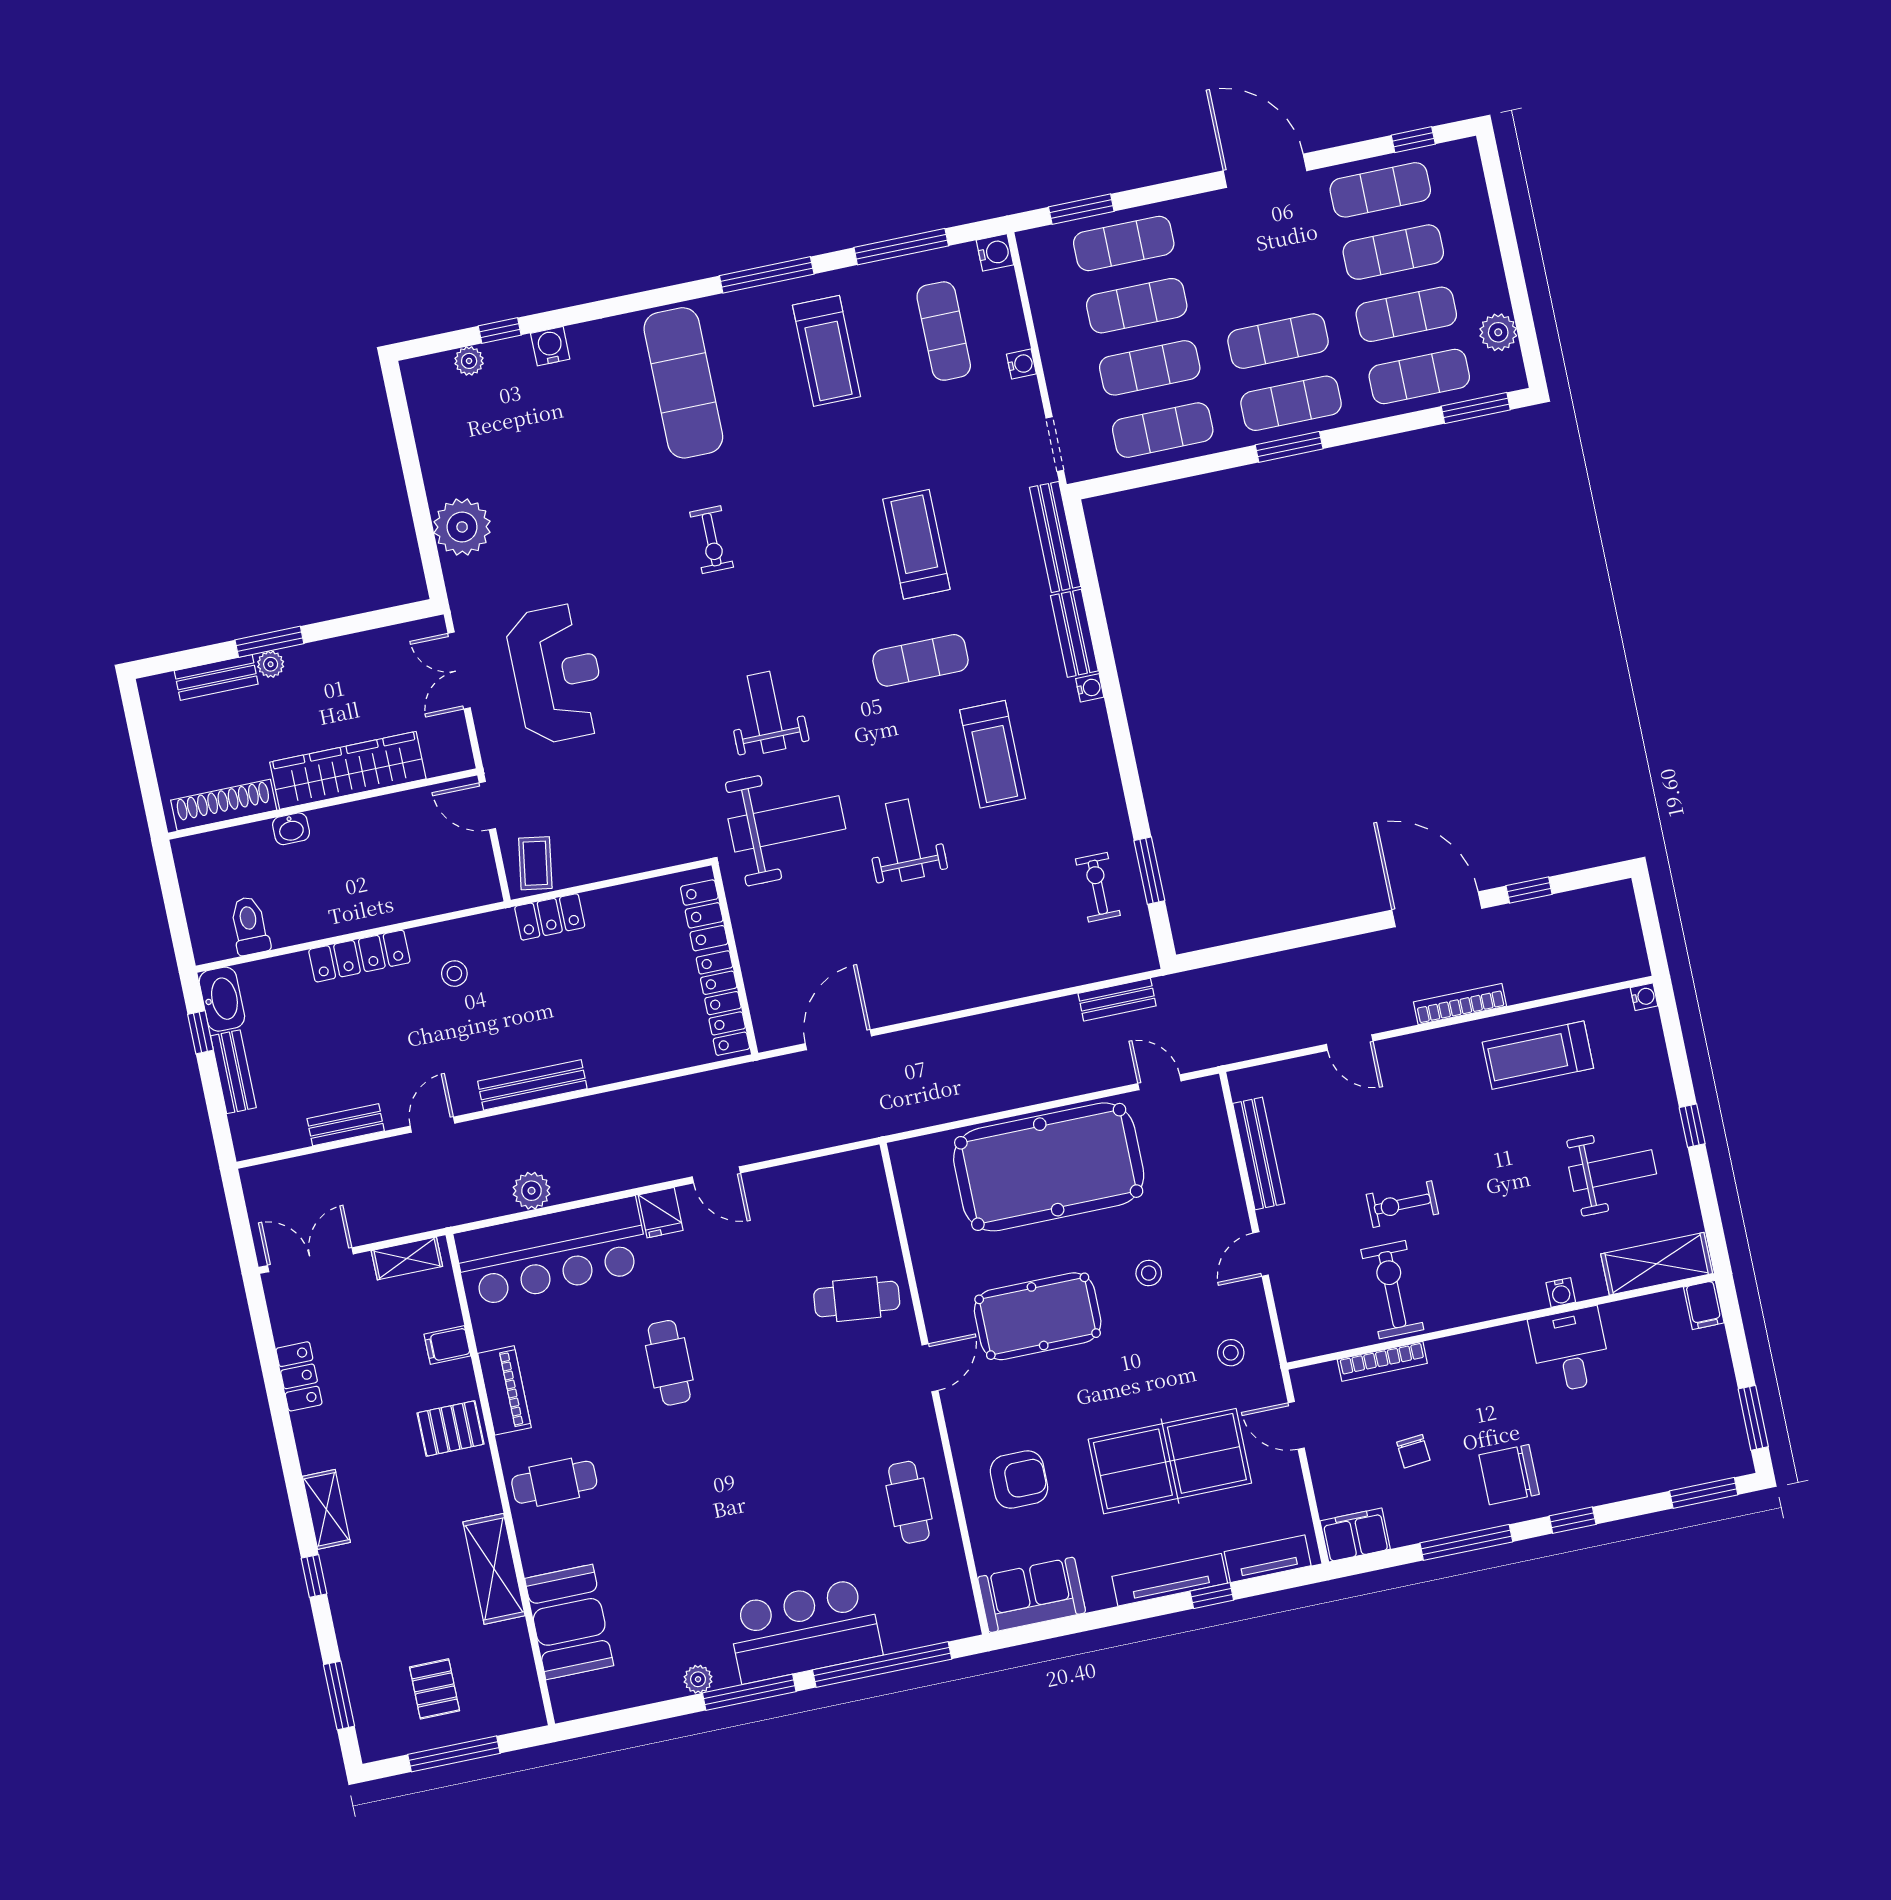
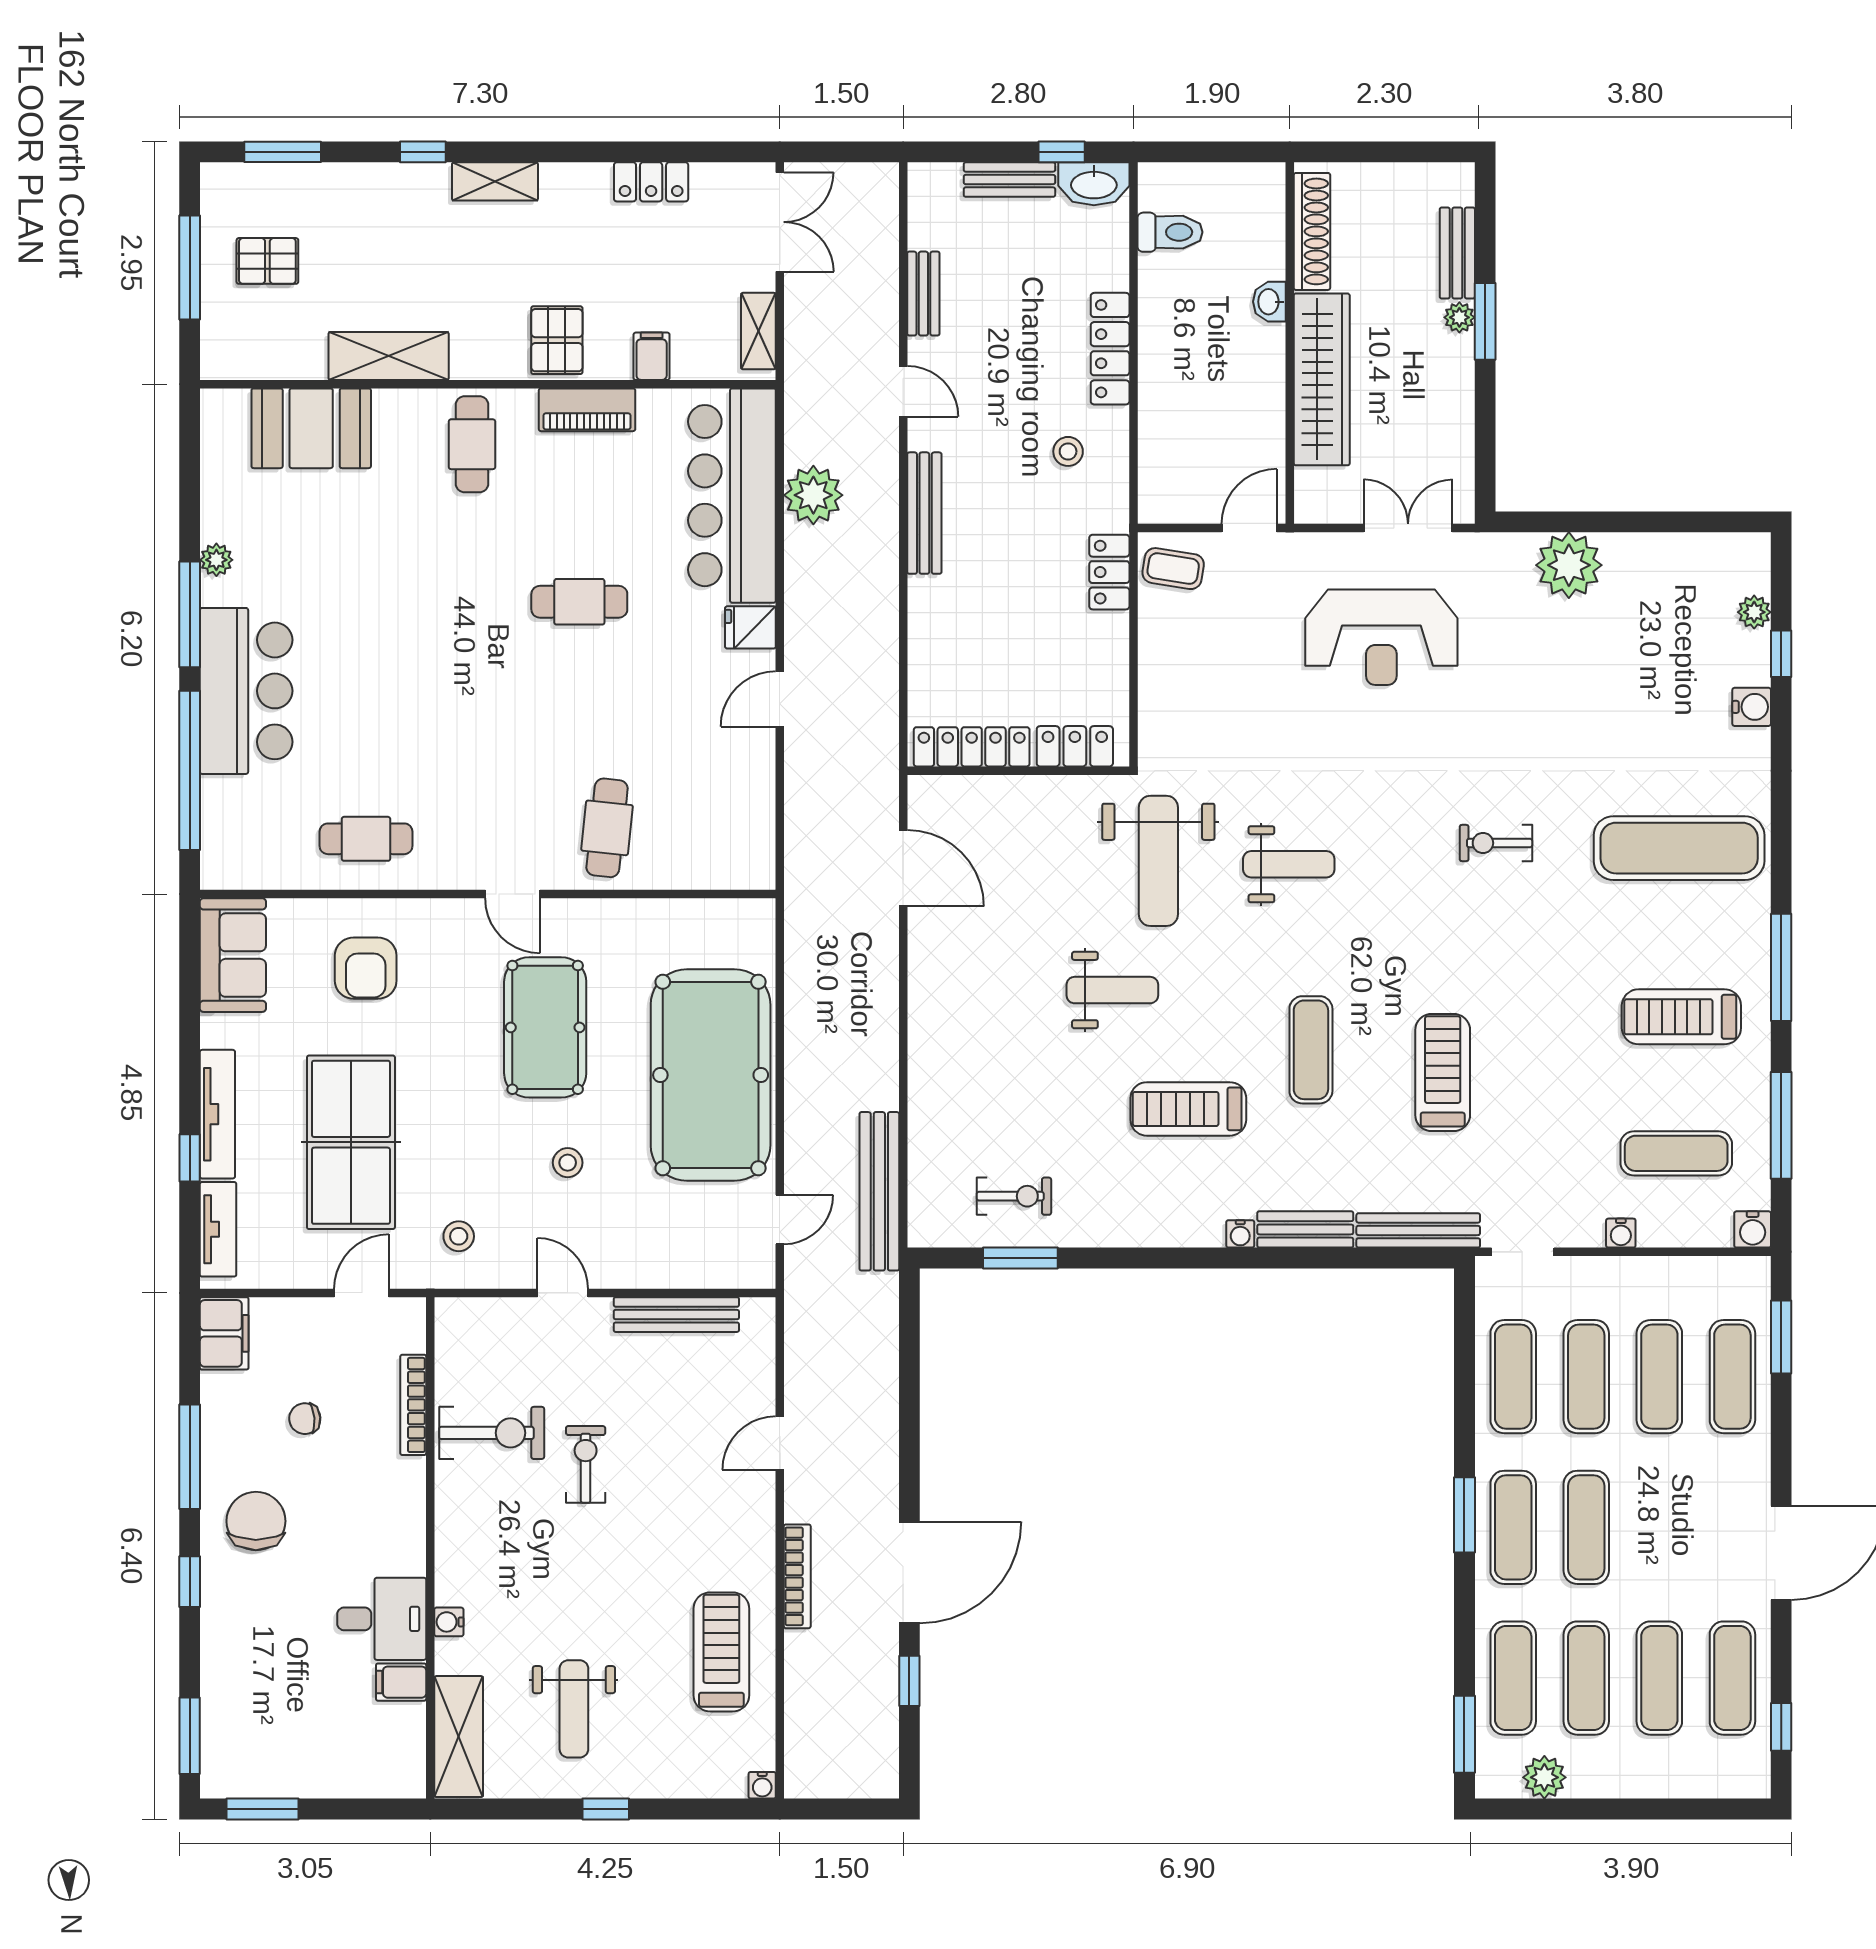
treadmill: (916, 544) -> (1443, 1072), turned -90
bench: (1117, 1000) -> (879, 1191), width x1.86, depth x1.21
plant: (532, 1191) -> (813, 495), width x1.36, depth x1.36
filing cabinet: (1704, 1305) -> (401, 1682), moved

